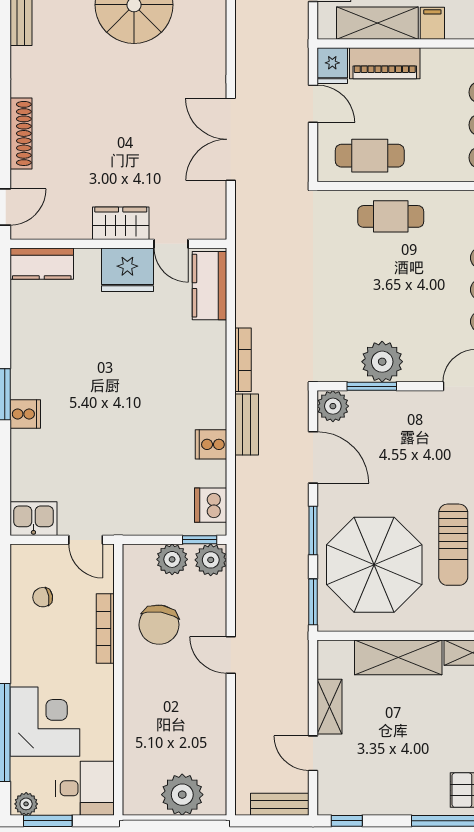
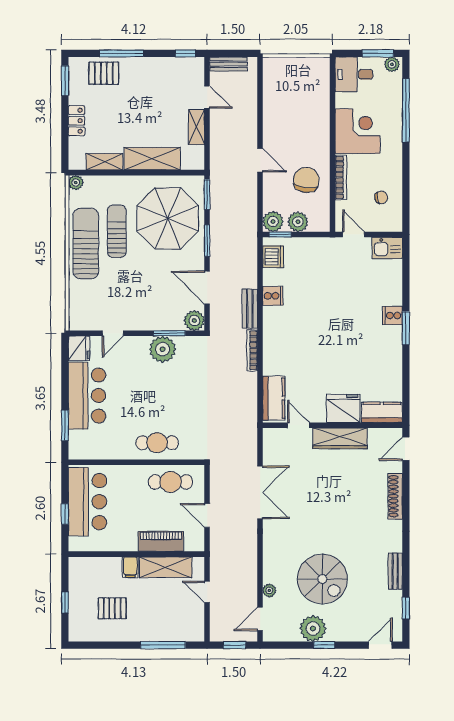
fridge: (332, 66) -> (195, 540), removed
wardrobe: (121, 223) -> (340, 438), width x1.50
fridge: (127, 270) -> (343, 408), moved
corner desk: (45, 722) -> (358, 131), moved, turned 180
plant: (182, 795) -> (291, 70), removed

